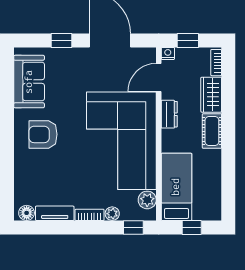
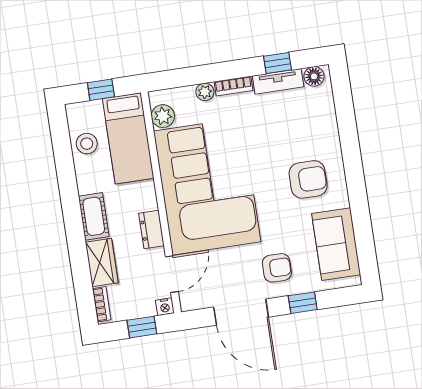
armchair: (77, 70) -> (277, 268), added
stool: (209, 188) -> (87, 144), added
window: (133, 227) -> (277, 63), moved

